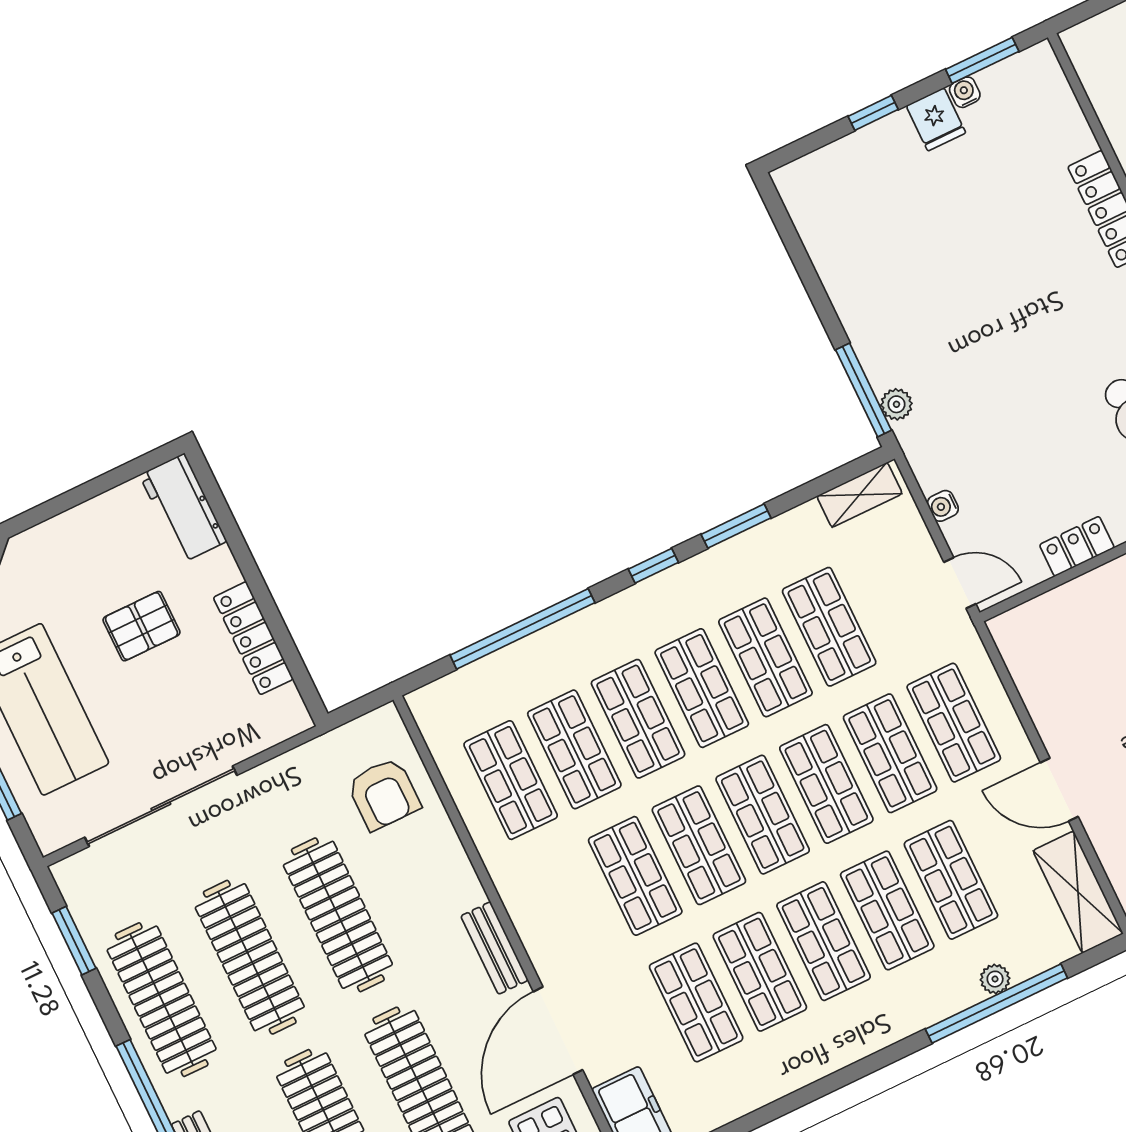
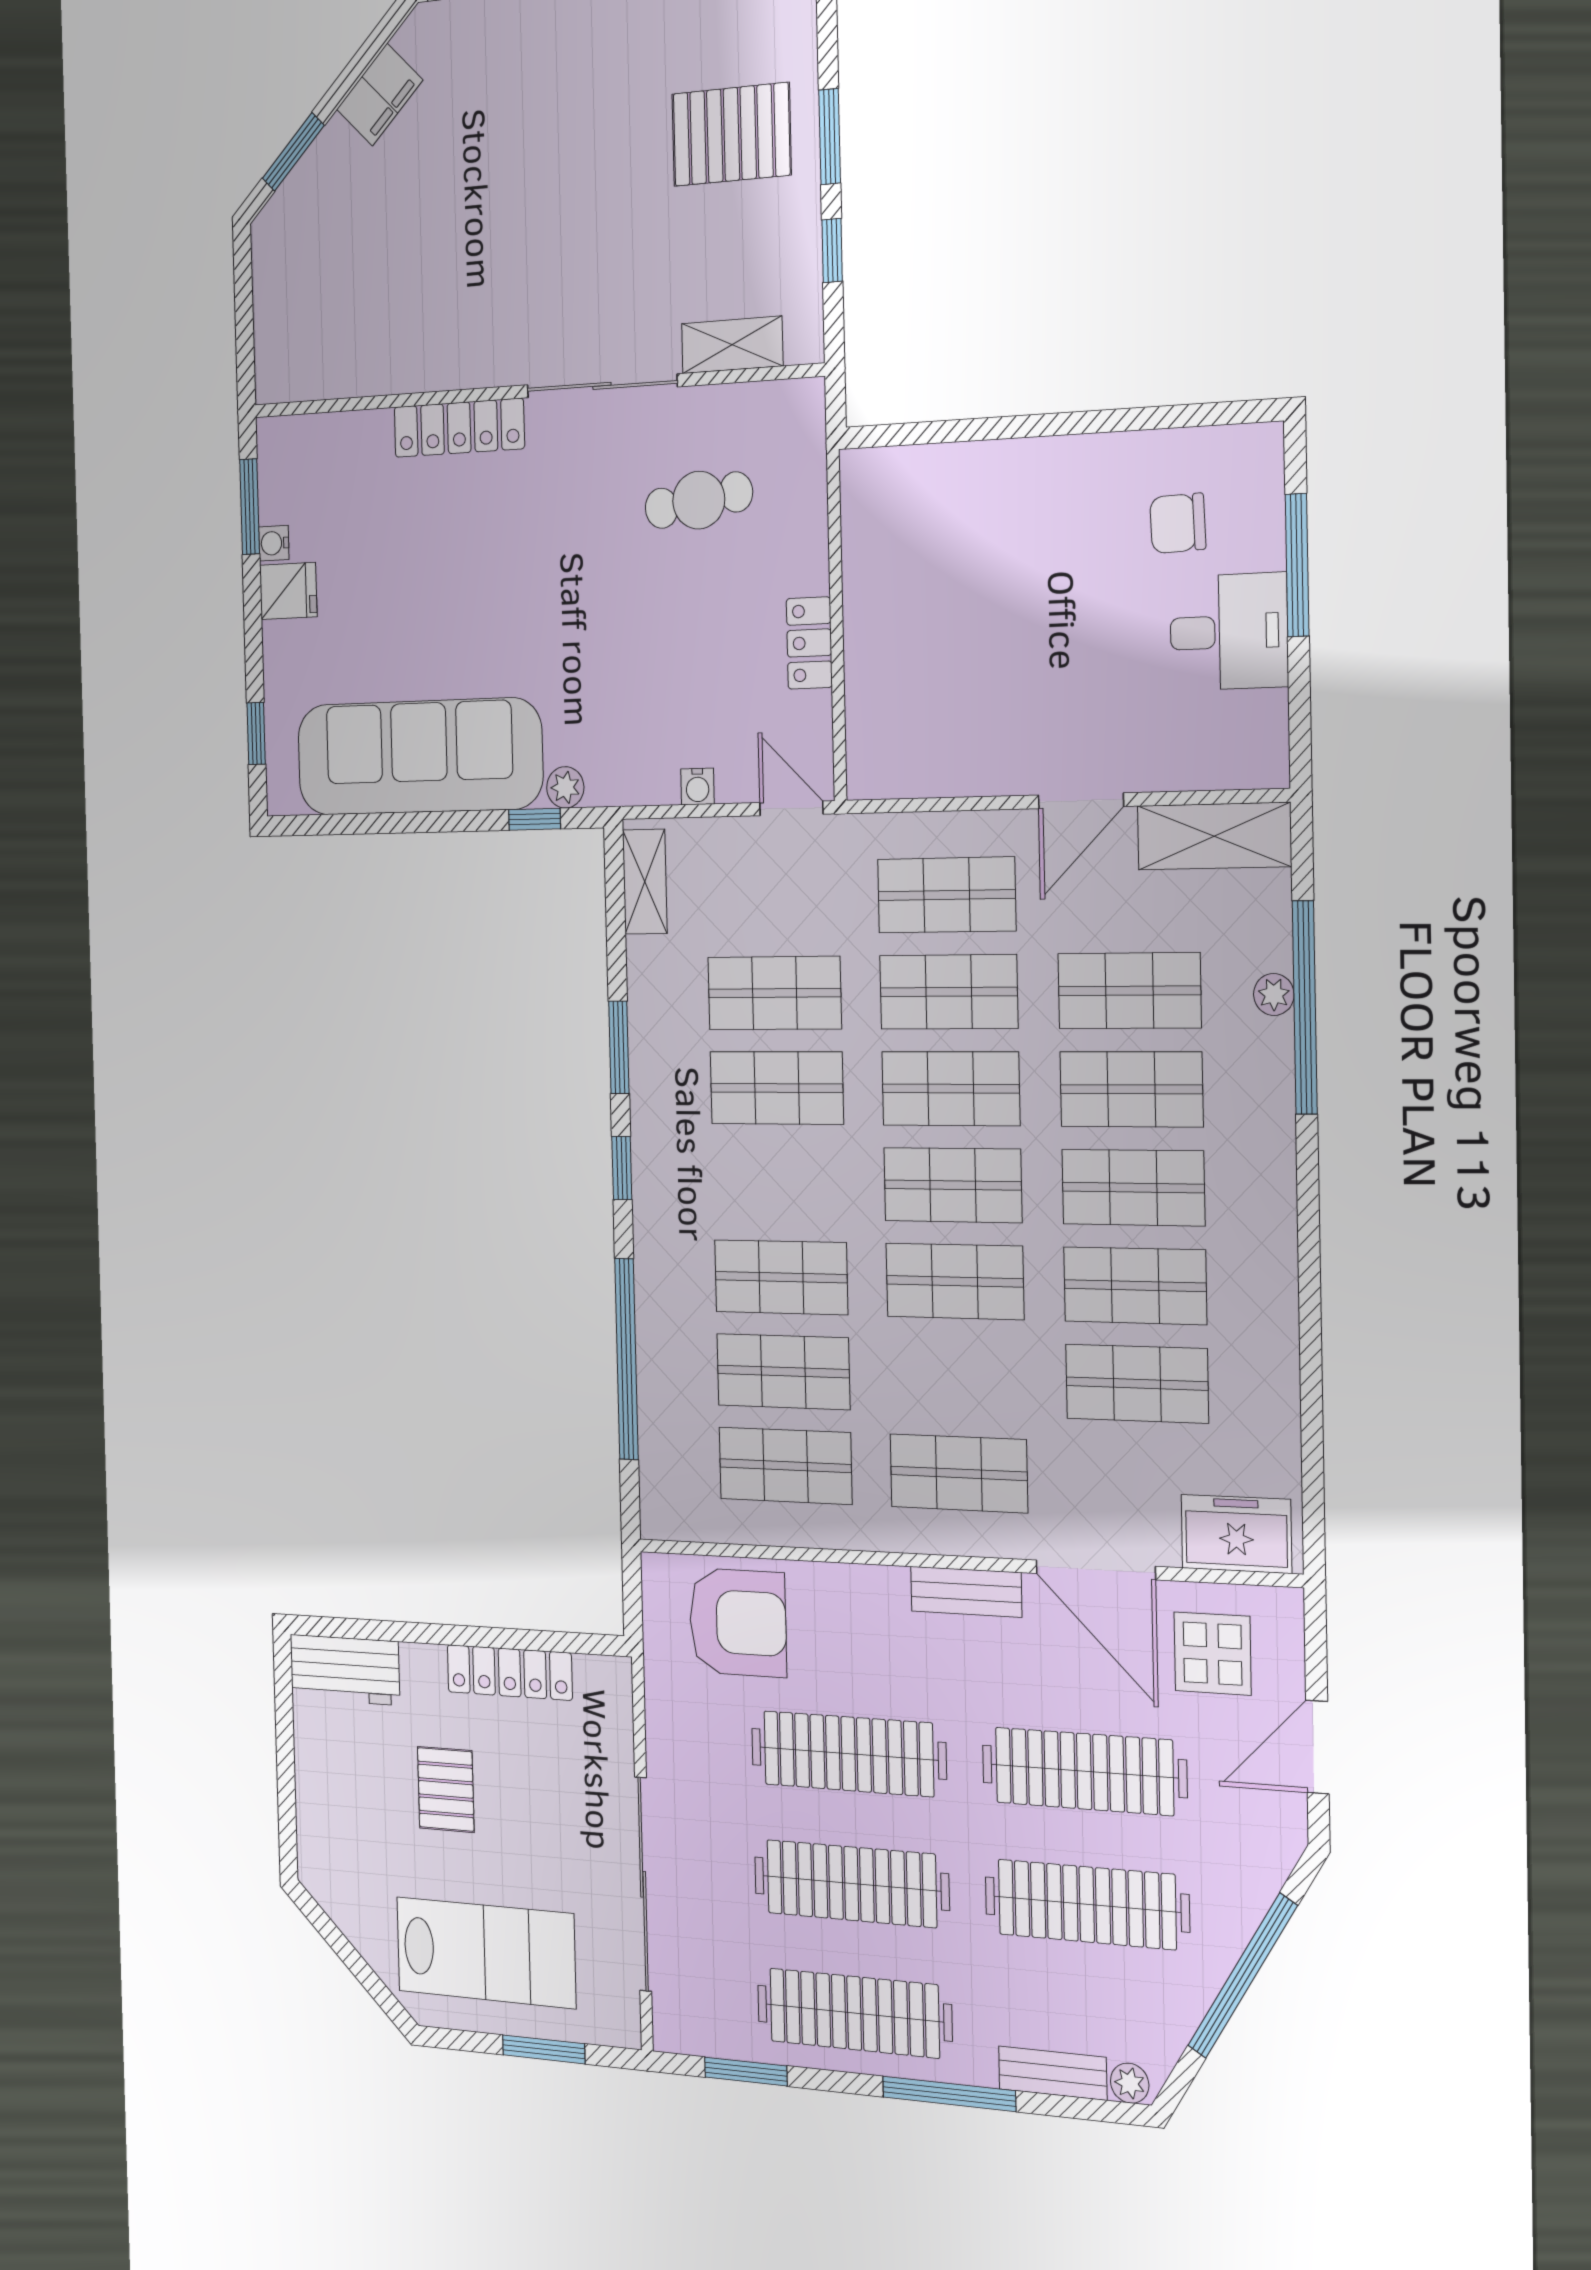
window: (873, 113) -> (256, 733), moved
sofa: (866, 279) -> (419, 757), added
window: (864, 390) -> (535, 819), width x0.46
door: (960, 583) -> (791, 808), hinge flipped
shop shelf: (702, 688) -> (779, 1183), removed
armchair: (384, 794) -> (738, 1622), width x1.36, depth x1.36
shop shelf: (635, 876) -> (959, 1473), moved

